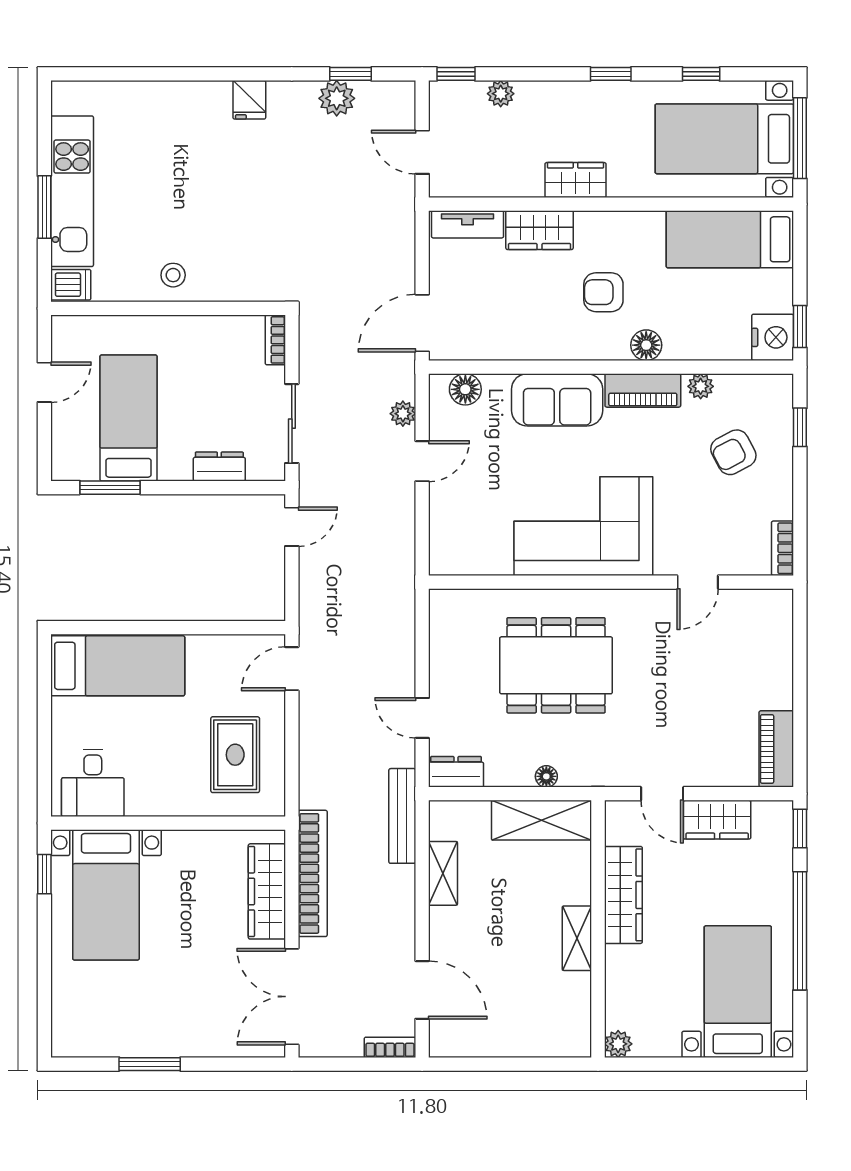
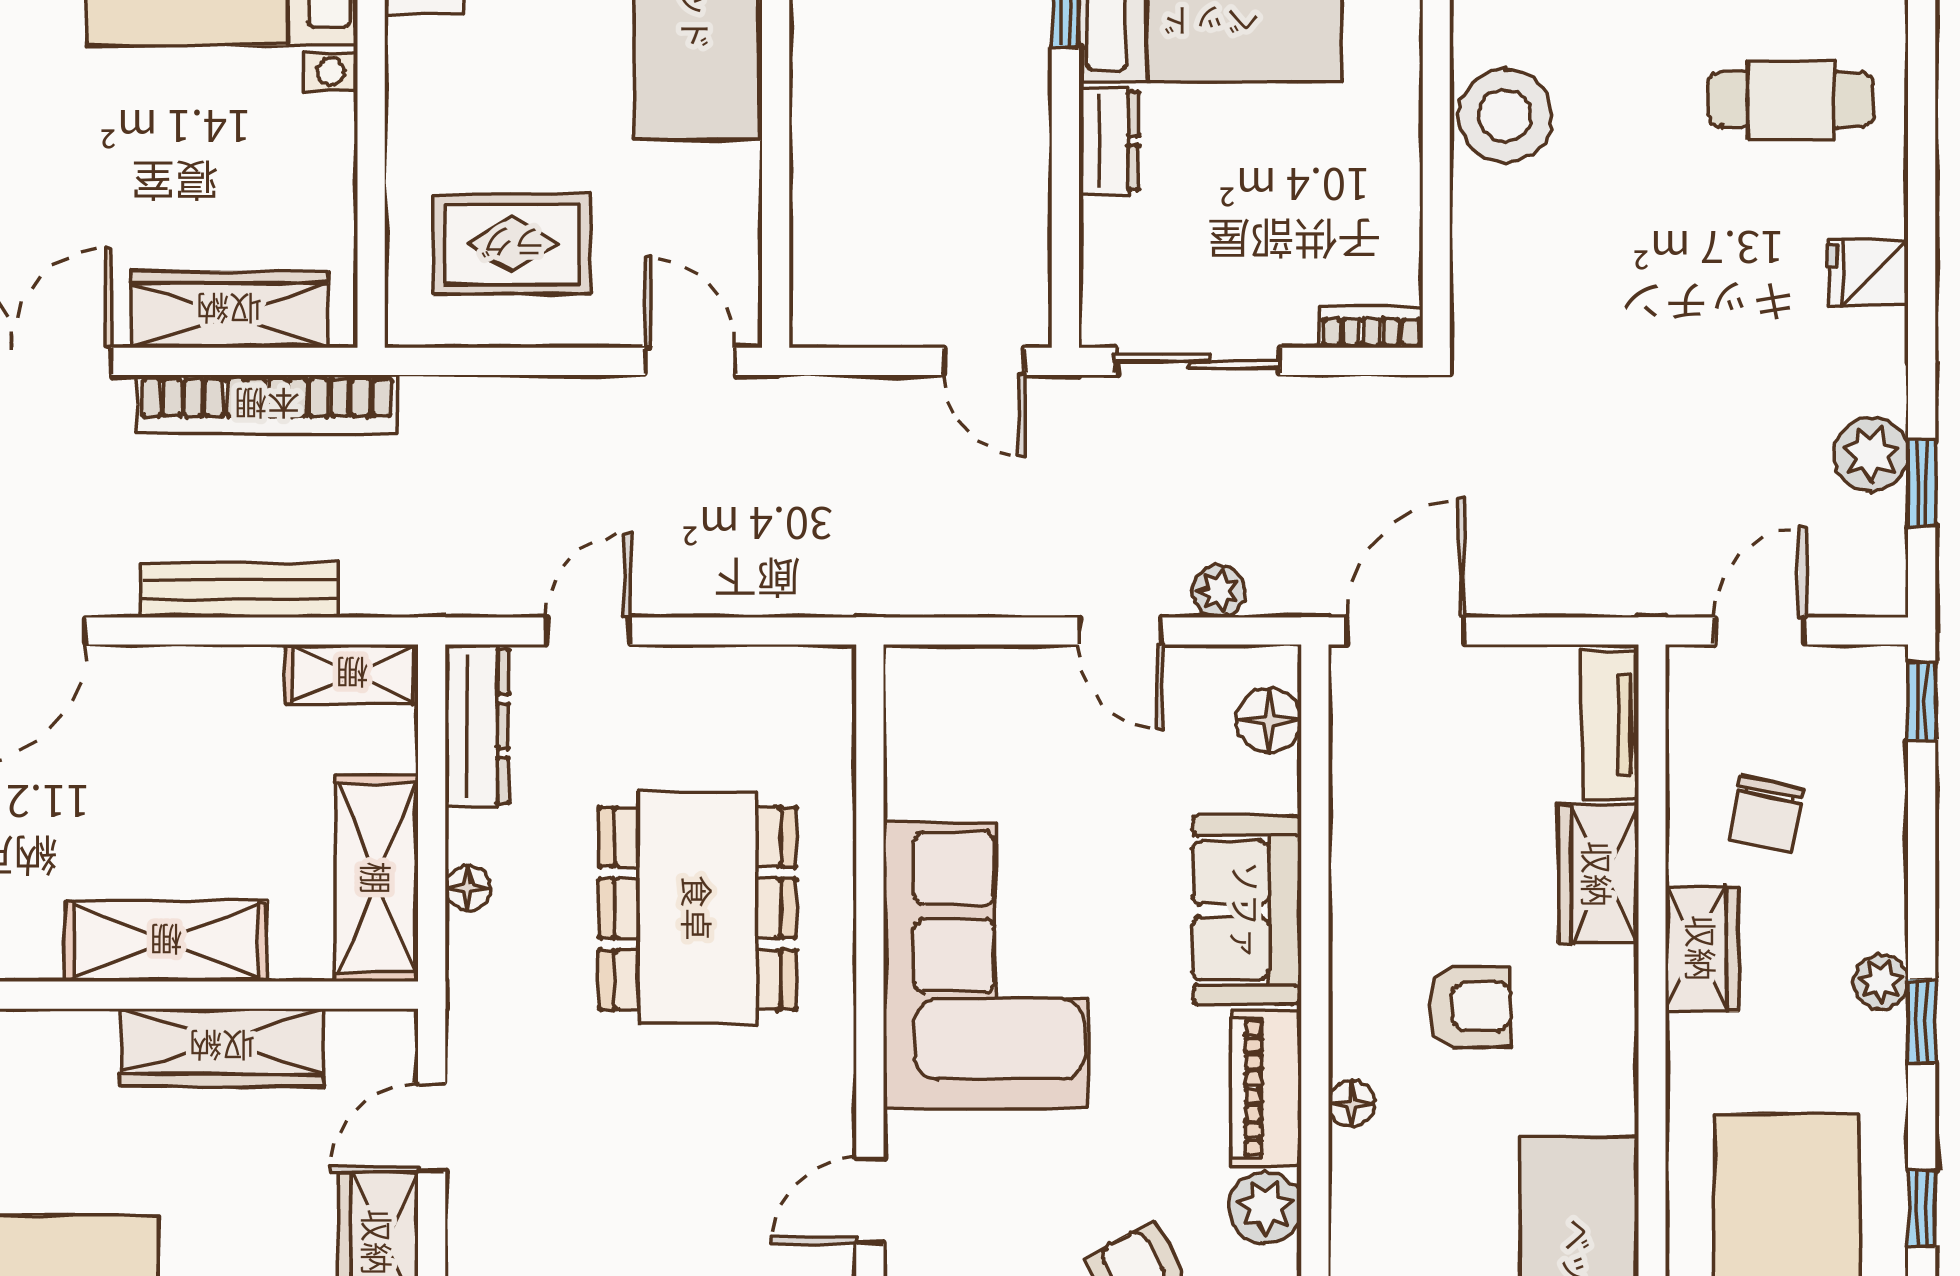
plant: (501, 94) -> (1881, 982), moved
cafe table: (165, 137) -> (1791, 99), added
chair: (511, 149) -> (1766, 814), added
stool: (173, 275) -> (1505, 116), width x1.89, depth x1.89
armchair: (603, 292) -> (1470, 1006), turned 90
door: (422, 323) -> (1406, 631), hinge flipped
floor lamp: (646, 345) -> (1352, 1104), width x0.73, depth x0.73
plant: (701, 386) -> (1265, 1207), width x1.38, depth x1.38
dresser: (219, 467) -> (1109, 141), moved
door: (698, 582) -> (870, 1201), hinge flipped
dresser: (456, 772) -> (477, 726), width x1.44
bench: (402, 816) -> (240, 590), moved
shelving: (443, 873) -> (352, 674), moved
shelving: (577, 938) -> (166, 941), width x1.50, depth x1.33

